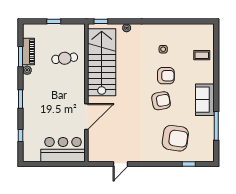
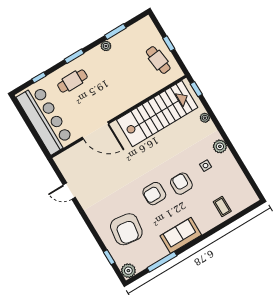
plant: (155, 30) -> (220, 146), added
piano: (29, 52) -> (125, 36), removed
cafe table: (65, 58) -> (158, 60), moved
armchair: (166, 76) -> (181, 184), turned 180
armchair: (161, 101) -> (154, 194), turned 100
cafe table: (38, 112) -> (72, 81), added
bar counter: (63, 150) -> (45, 119), width x1.36
plant: (208, 156) -> (128, 271), added

